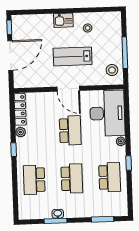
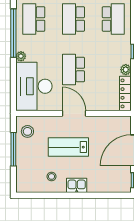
lab bench: (73, 56) -> (68, 147), turned 180
window: (129, 163) -> (13, 33), width x3.17

